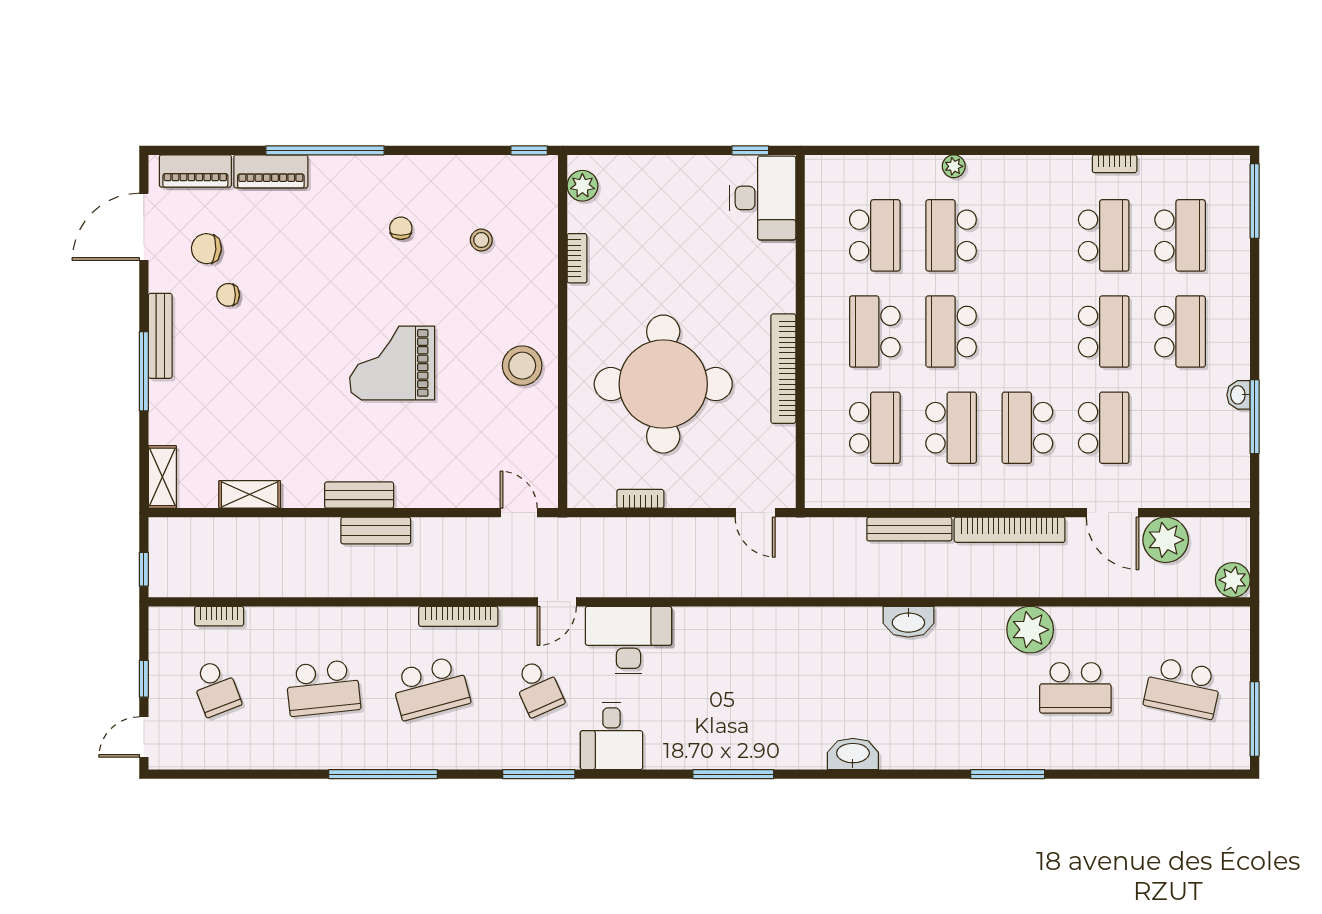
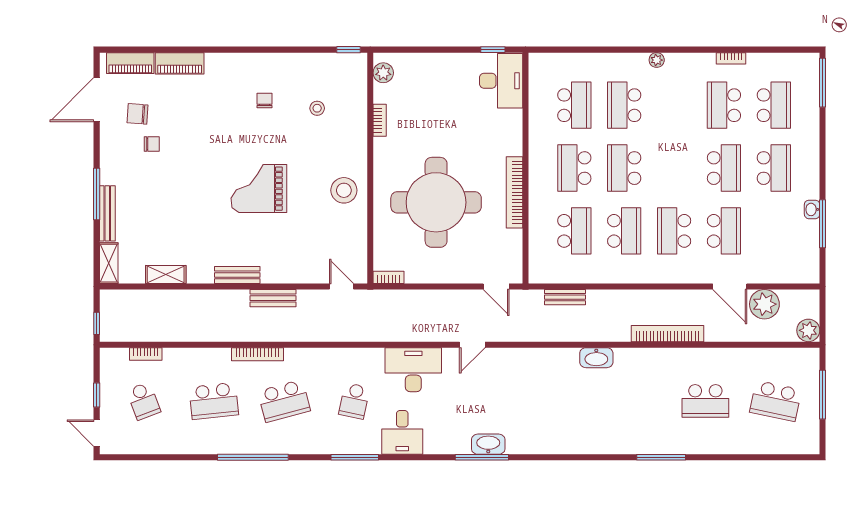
window: (325, 150) -> (215, 50), removed
plant: (954, 166) -> (657, 60), moved
school desk: (1104, 235) -> (724, 105), turned 180
chair: (228, 295) -> (152, 144), turned 180
bench: (160, 336) -> (107, 213), moved
bookcase: (640, 499) -> (389, 277), moved
bench: (909, 529) -> (565, 297), moved, width x0.73
bookcase: (1010, 530) -> (667, 334), moved, turned 180
bench: (376, 531) -> (273, 298), moved
door: (557, 602) -> (472, 345), moved
bookcase: (458, 616) -> (257, 354), moved
plant: (1030, 630) -> (676, 363), removed
school desk: (538, 688) -> (354, 401), turned 36
window: (1255, 719) -> (823, 395), moved
door: (144, 737) -> (97, 433), hinge flipped
washbasin: (853, 754) -> (488, 444), moved

